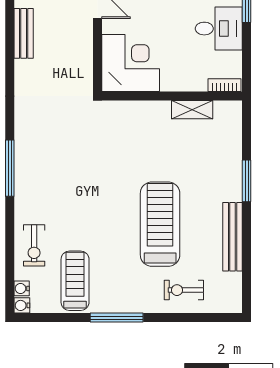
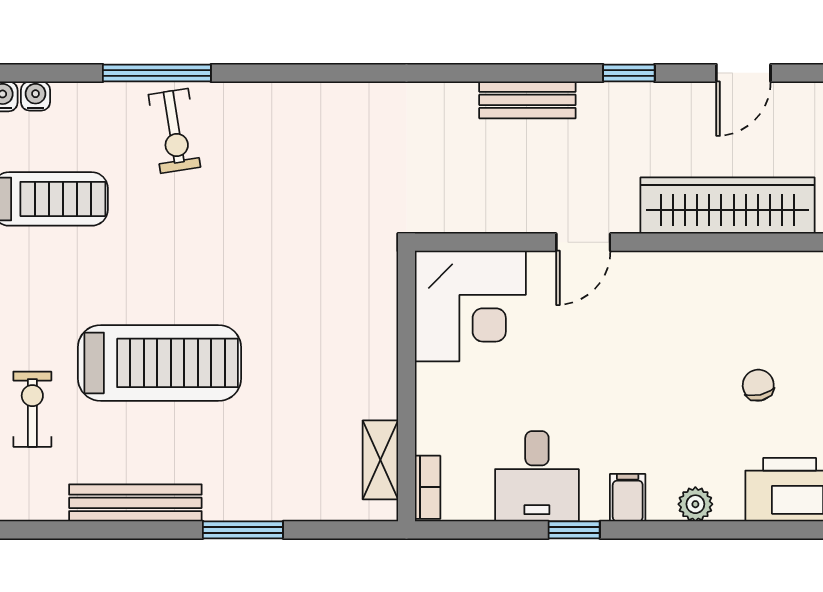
shelving: (192, 110) -> (380, 460), moved
window: (10, 168) -> (157, 73), moved
exercise bike: (34, 245) -> (174, 131), moved, turned -99

